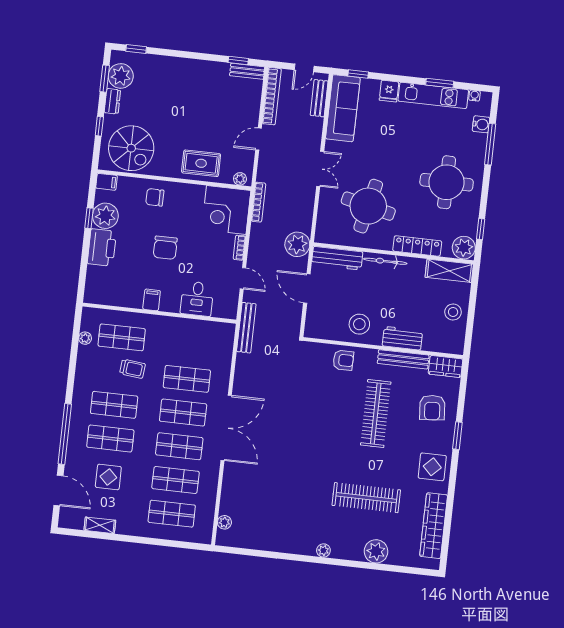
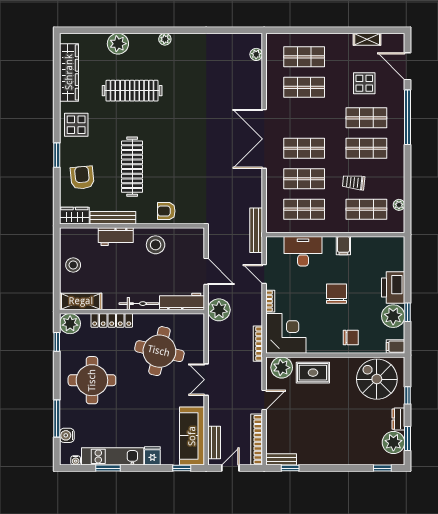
plant: (240, 179) -> (282, 368), width x1.88, depth x1.88
desk: (197, 299) -> (303, 251), width x1.37
shop shelf: (179, 446) -> (304, 209), moved

